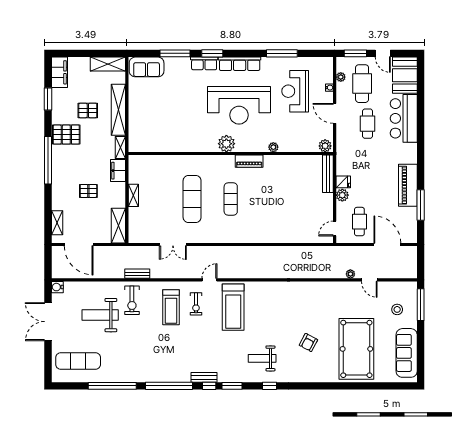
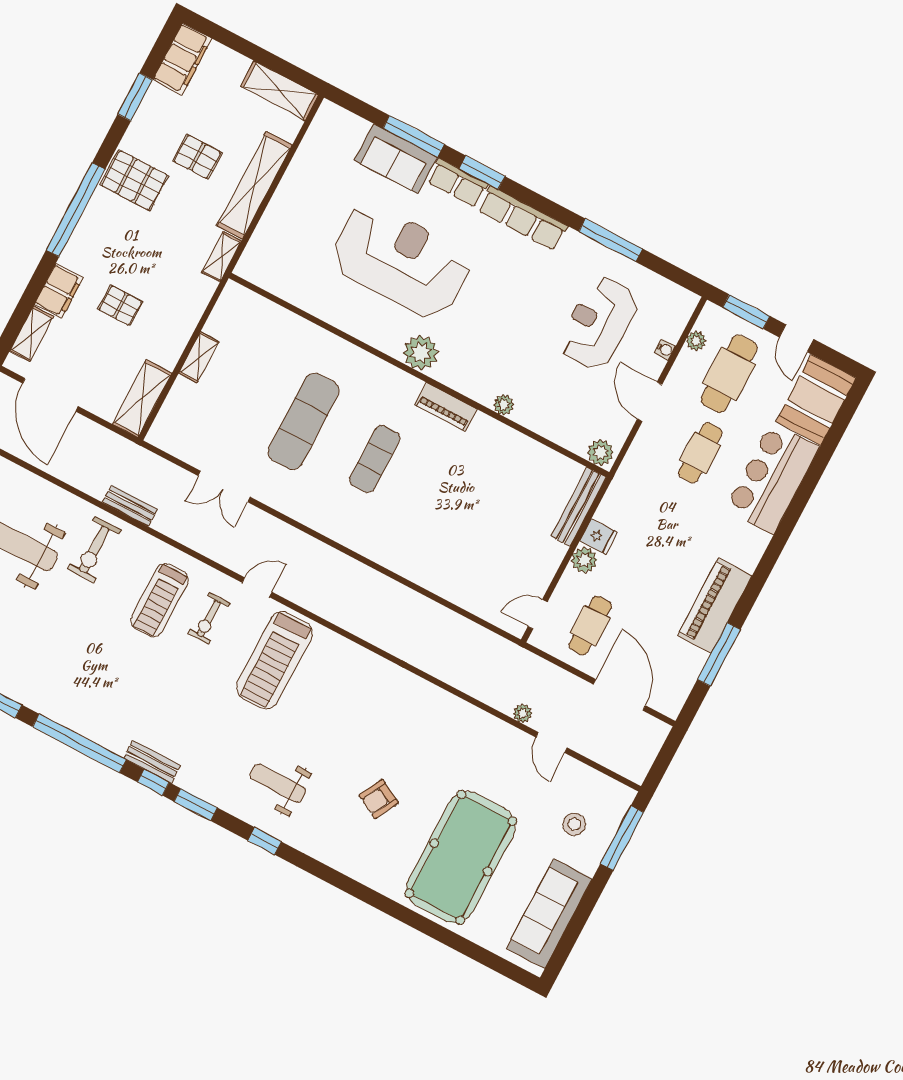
sofa: (147, 67) -> (396, 159), moved
reception desk: (239, 105) -> (401, 261), moved, turned 180
filing cabinet: (118, 171) -> (59, 291), moved, turned 180

